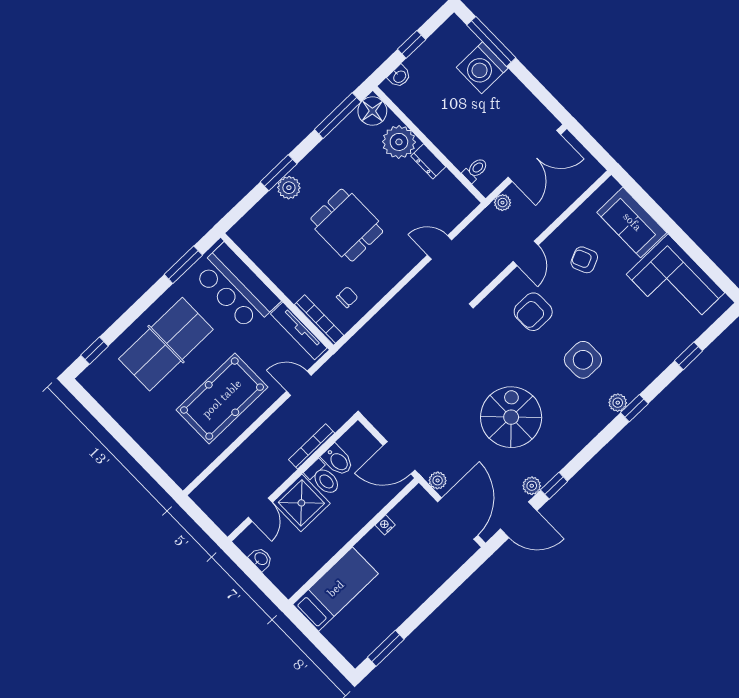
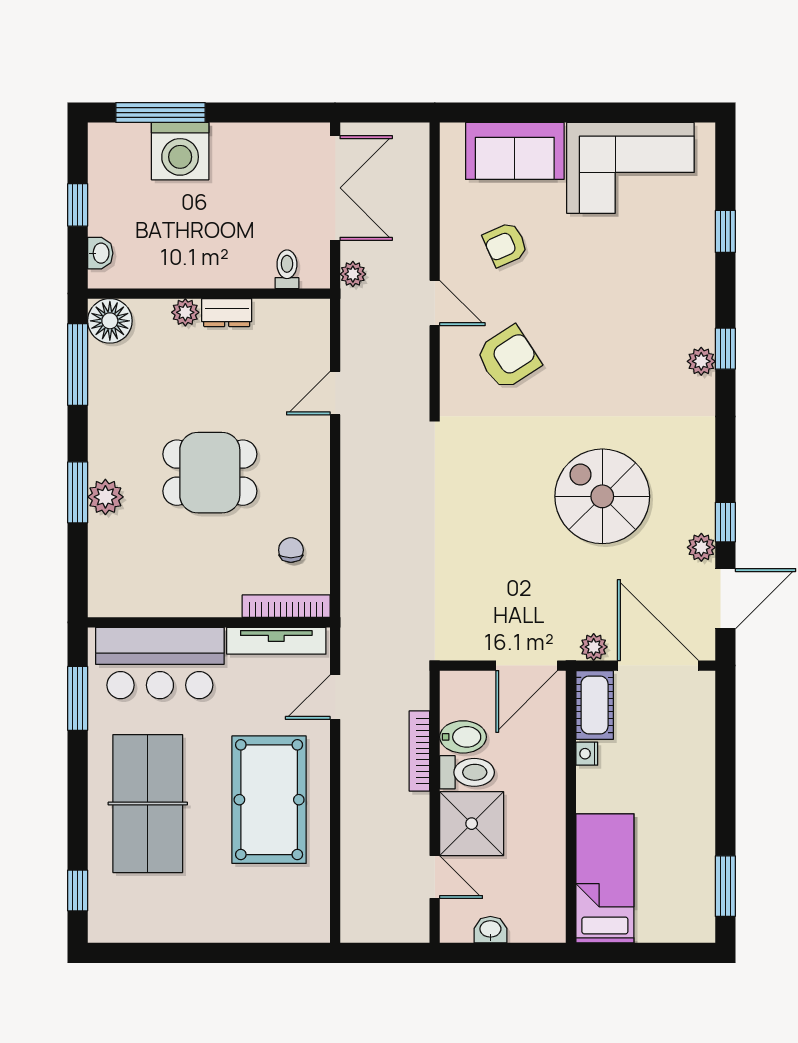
plant: (399, 142) -> (185, 312), width x0.53, depth x0.53
armchair: (533, 312) -> (508, 358), turned -123
side table: (583, 360) -> (616, 354), removed
cot: (411, 507) -> (595, 705), added

